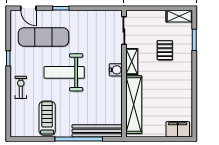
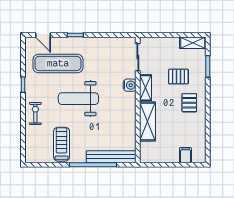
pallet: (165, 50) -> (178, 77), turned 90
water cooler: (116, 70) -> (130, 85), moved
pallet: (176, 76) -> (189, 103), added
shelving: (134, 105) -> (148, 122), width x0.68
filing cabinet: (178, 129) -> (186, 155), width x0.50

